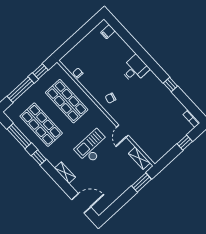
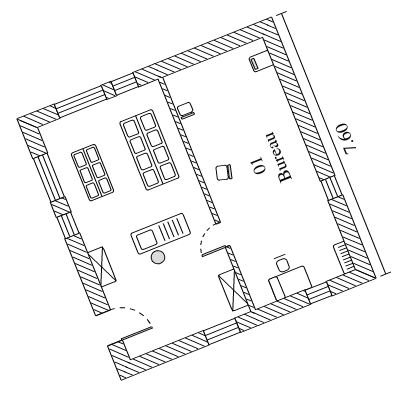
desk: (135, 69) -> (287, 276), moved, turned 90
shop shelf: (41, 125) -> (92, 173), width x0.70, depth x0.74

